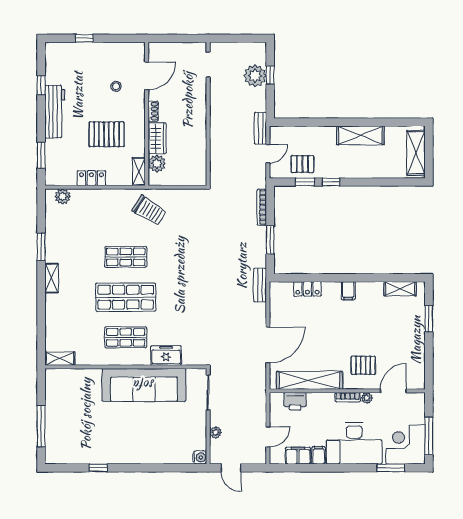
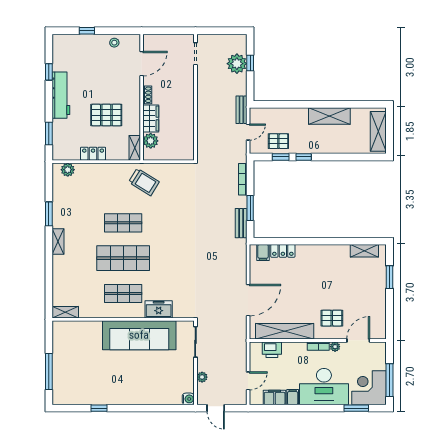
stool: (116, 86) -> (114, 43), moved
bench: (260, 285) -> (241, 223), moved
filing cabinet: (348, 291) -> (263, 252), moved

